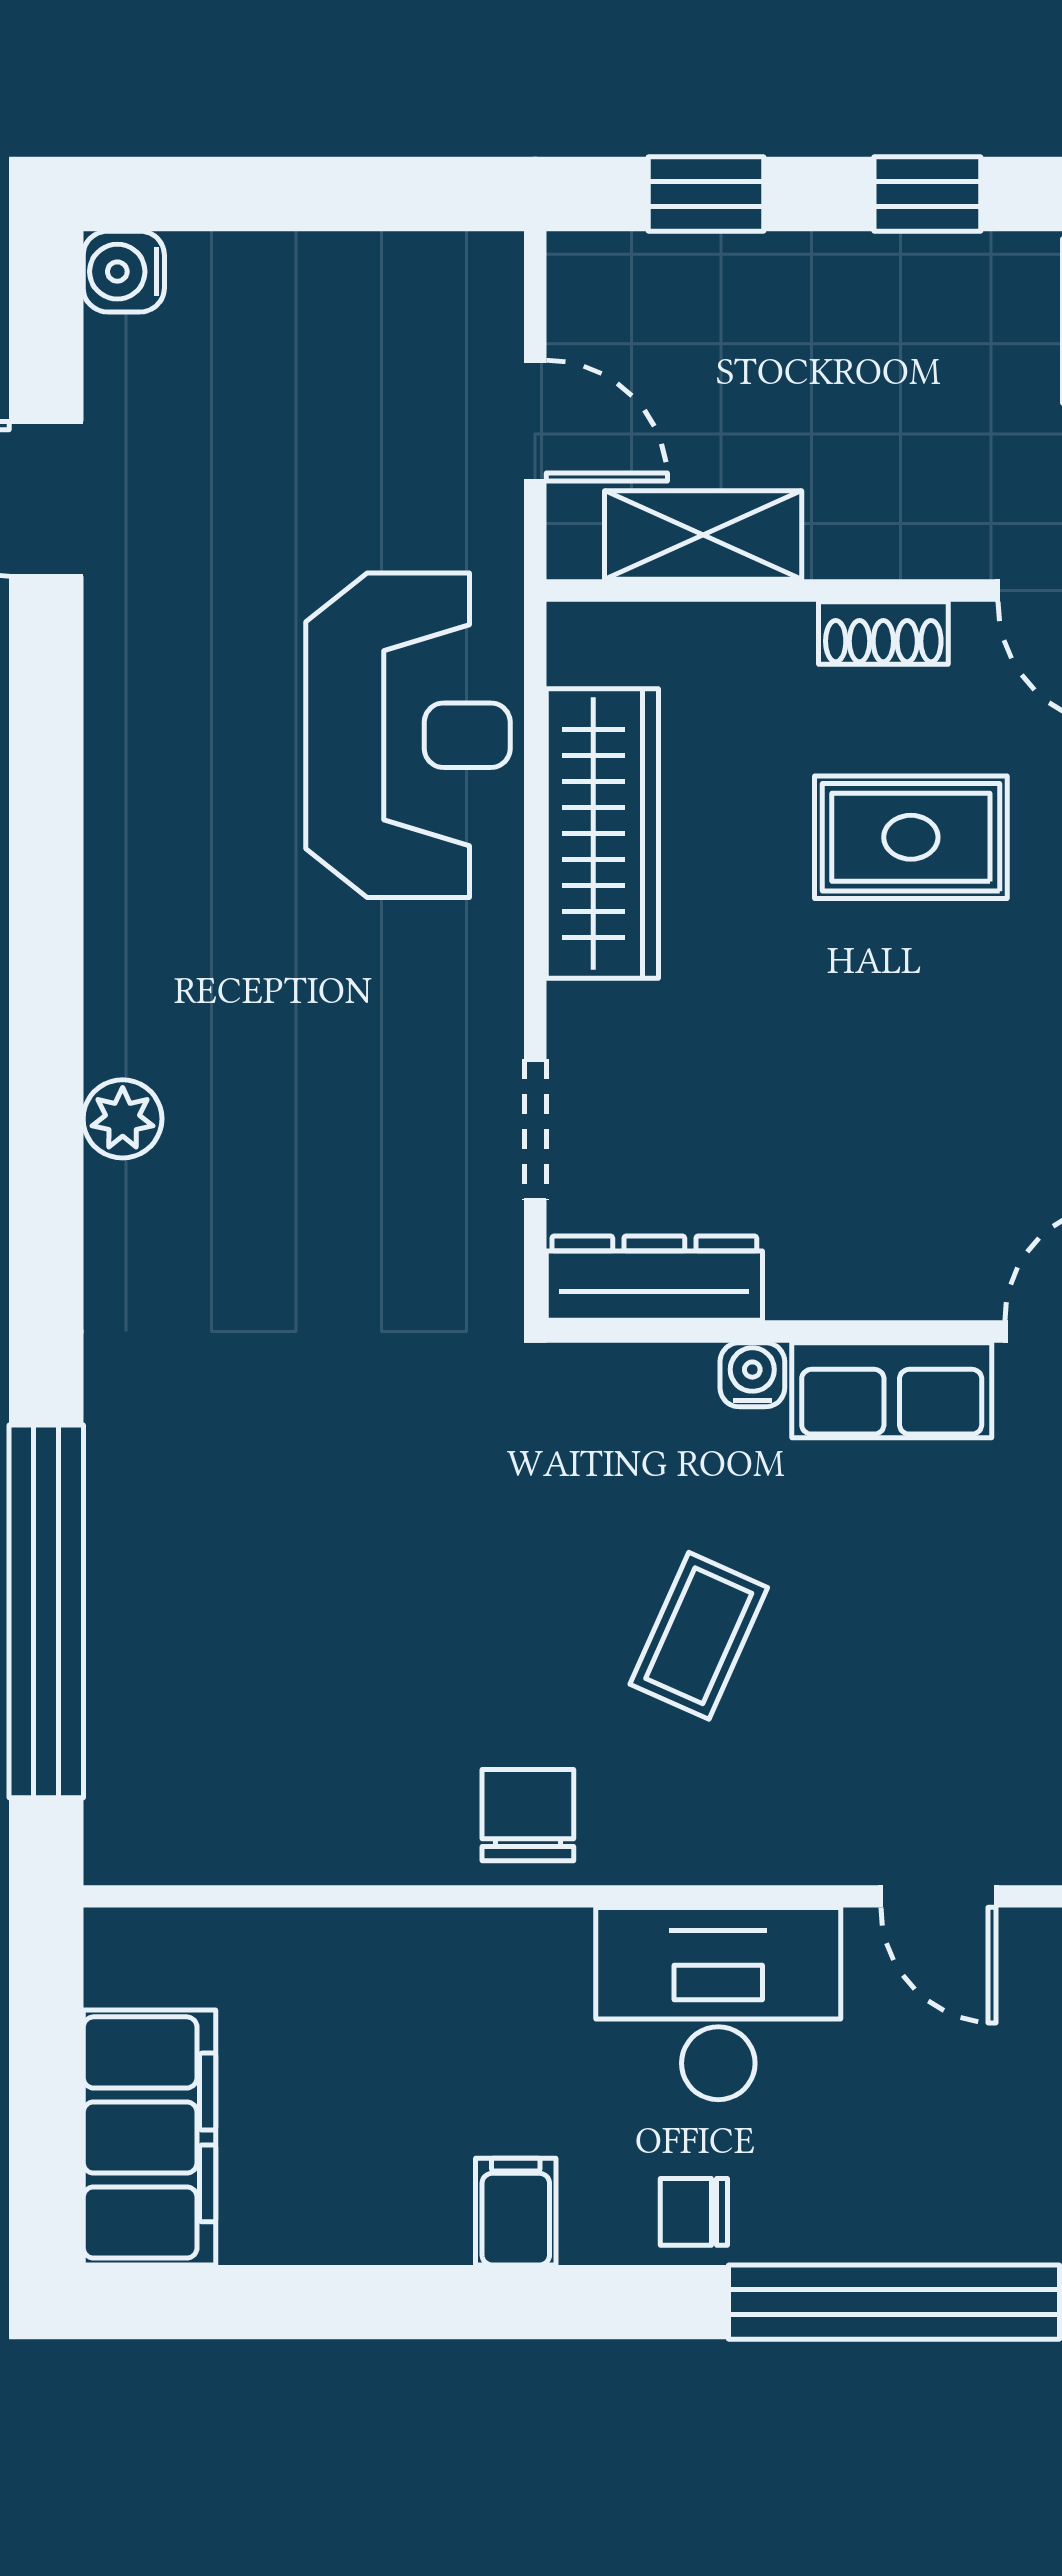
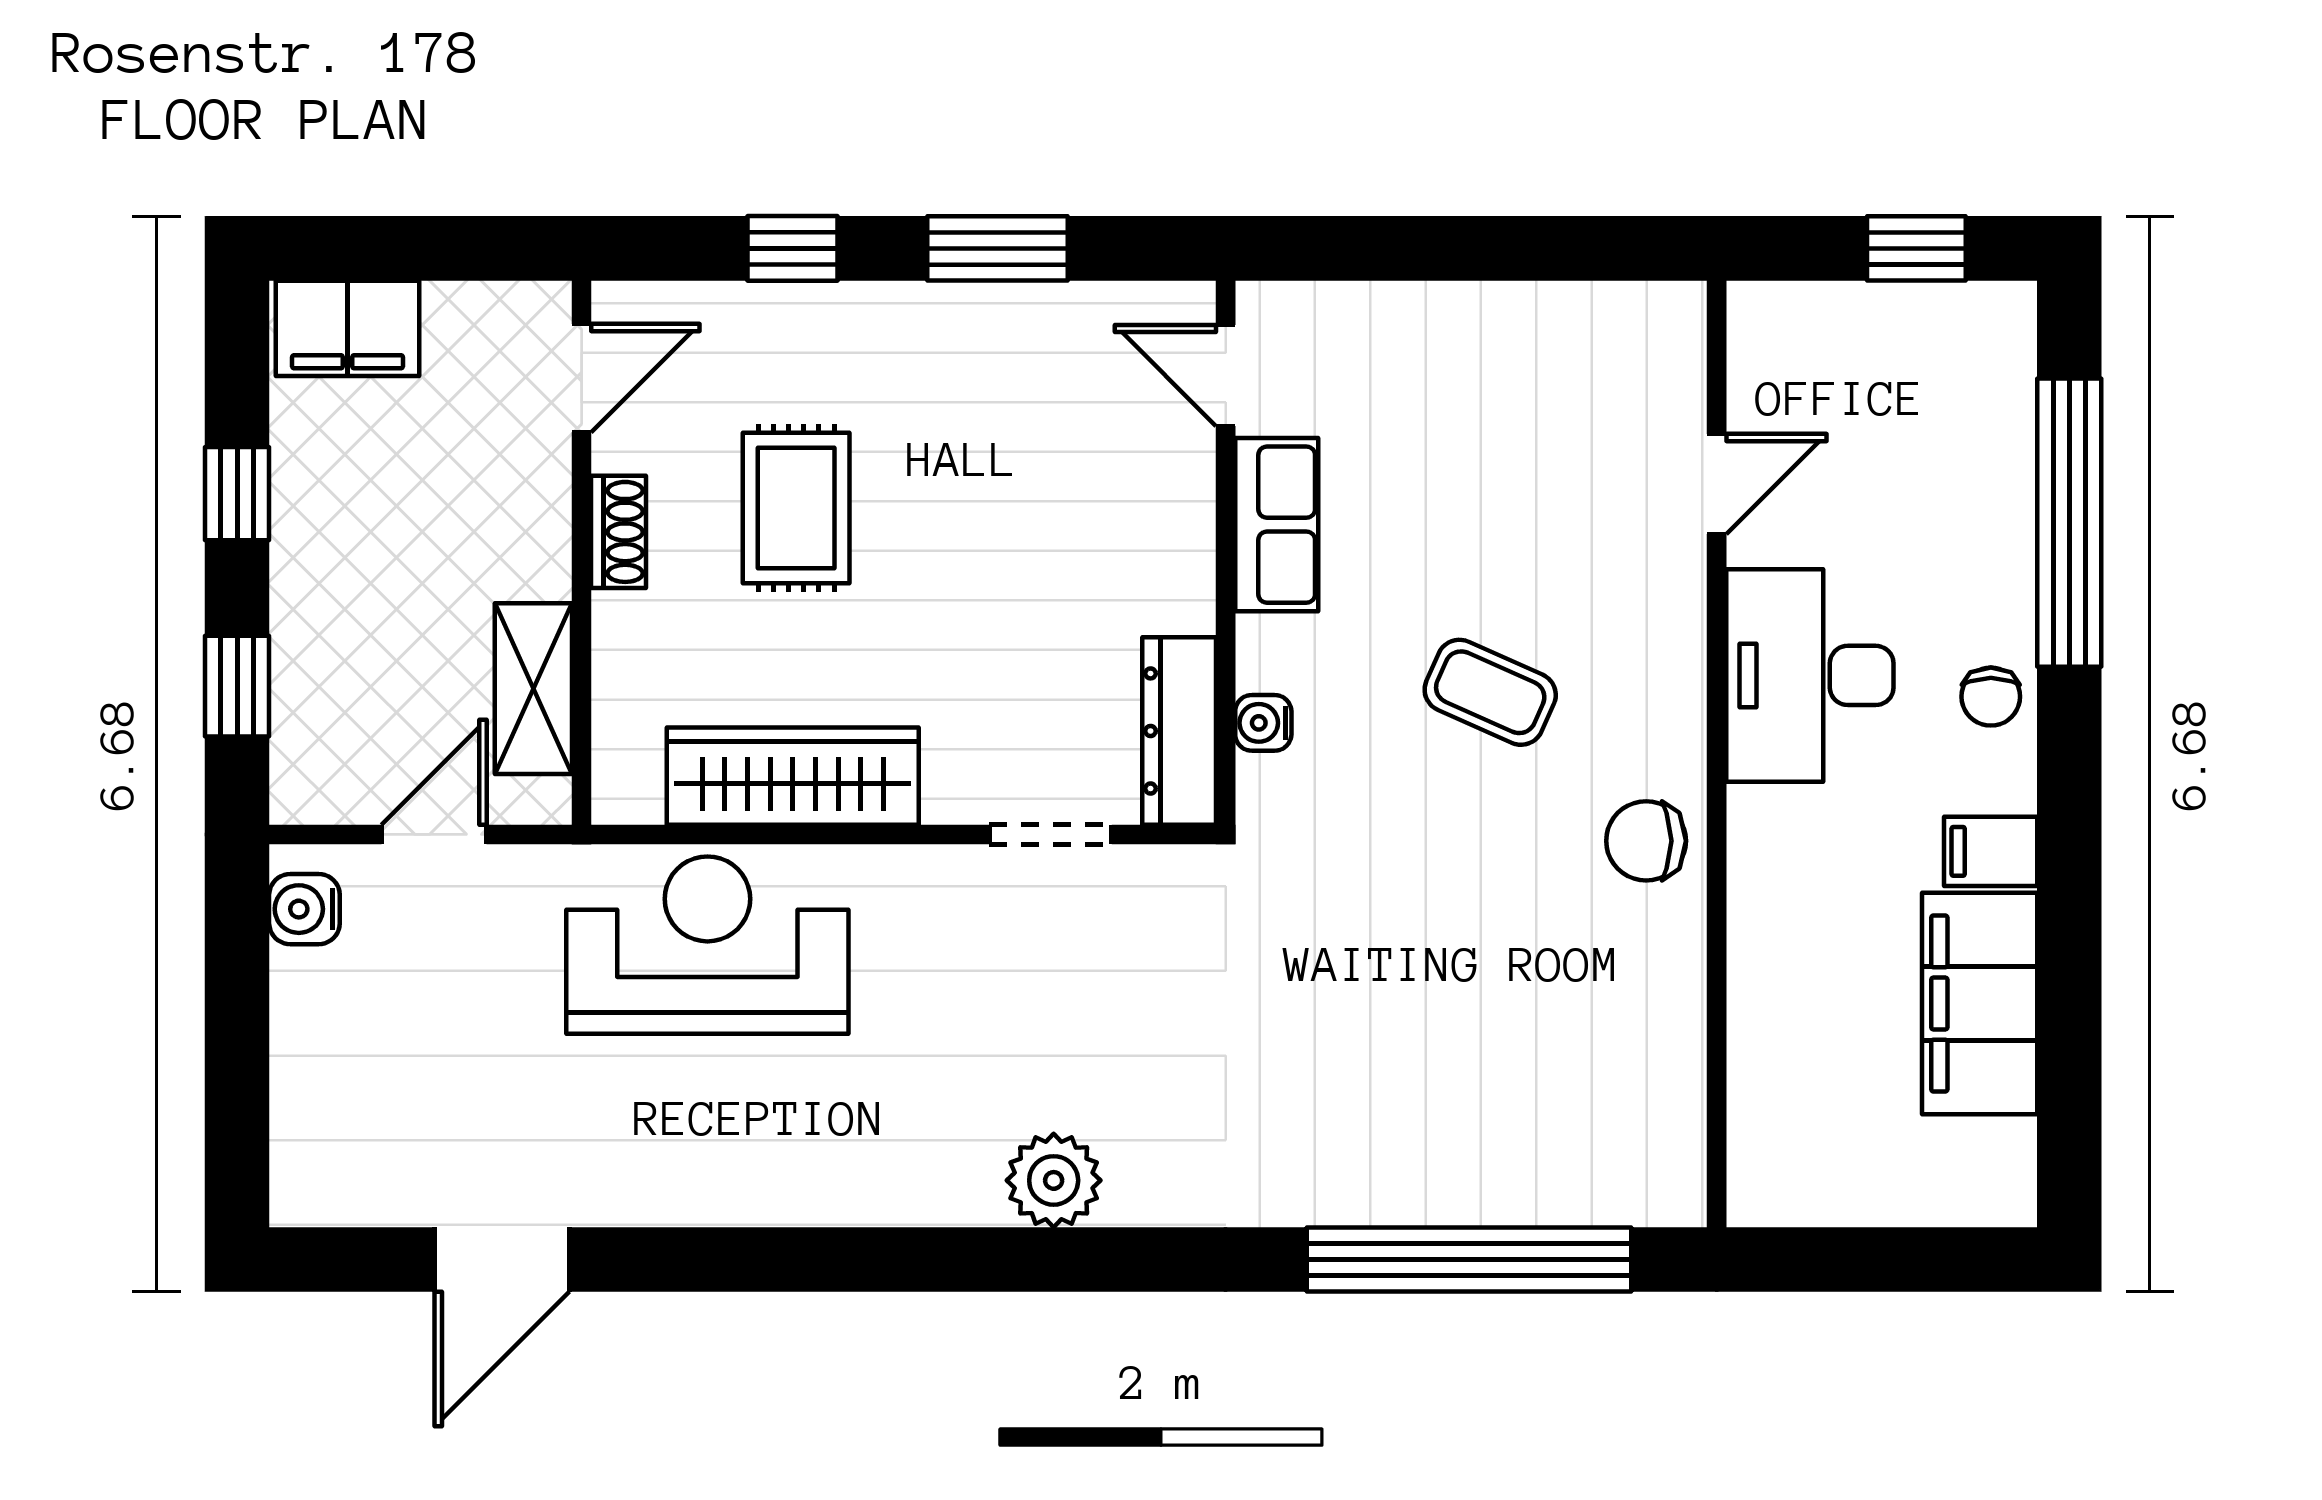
water cooler: (124, 272) -> (304, 909), moved, turned 90
plant: (123, 1119) -> (1054, 1180), width x1.38, depth x1.38
water cooler: (752, 1375) -> (1263, 723), moved
filing cabinet: (149, 2137) -> (1980, 1003), moved, turned -90

